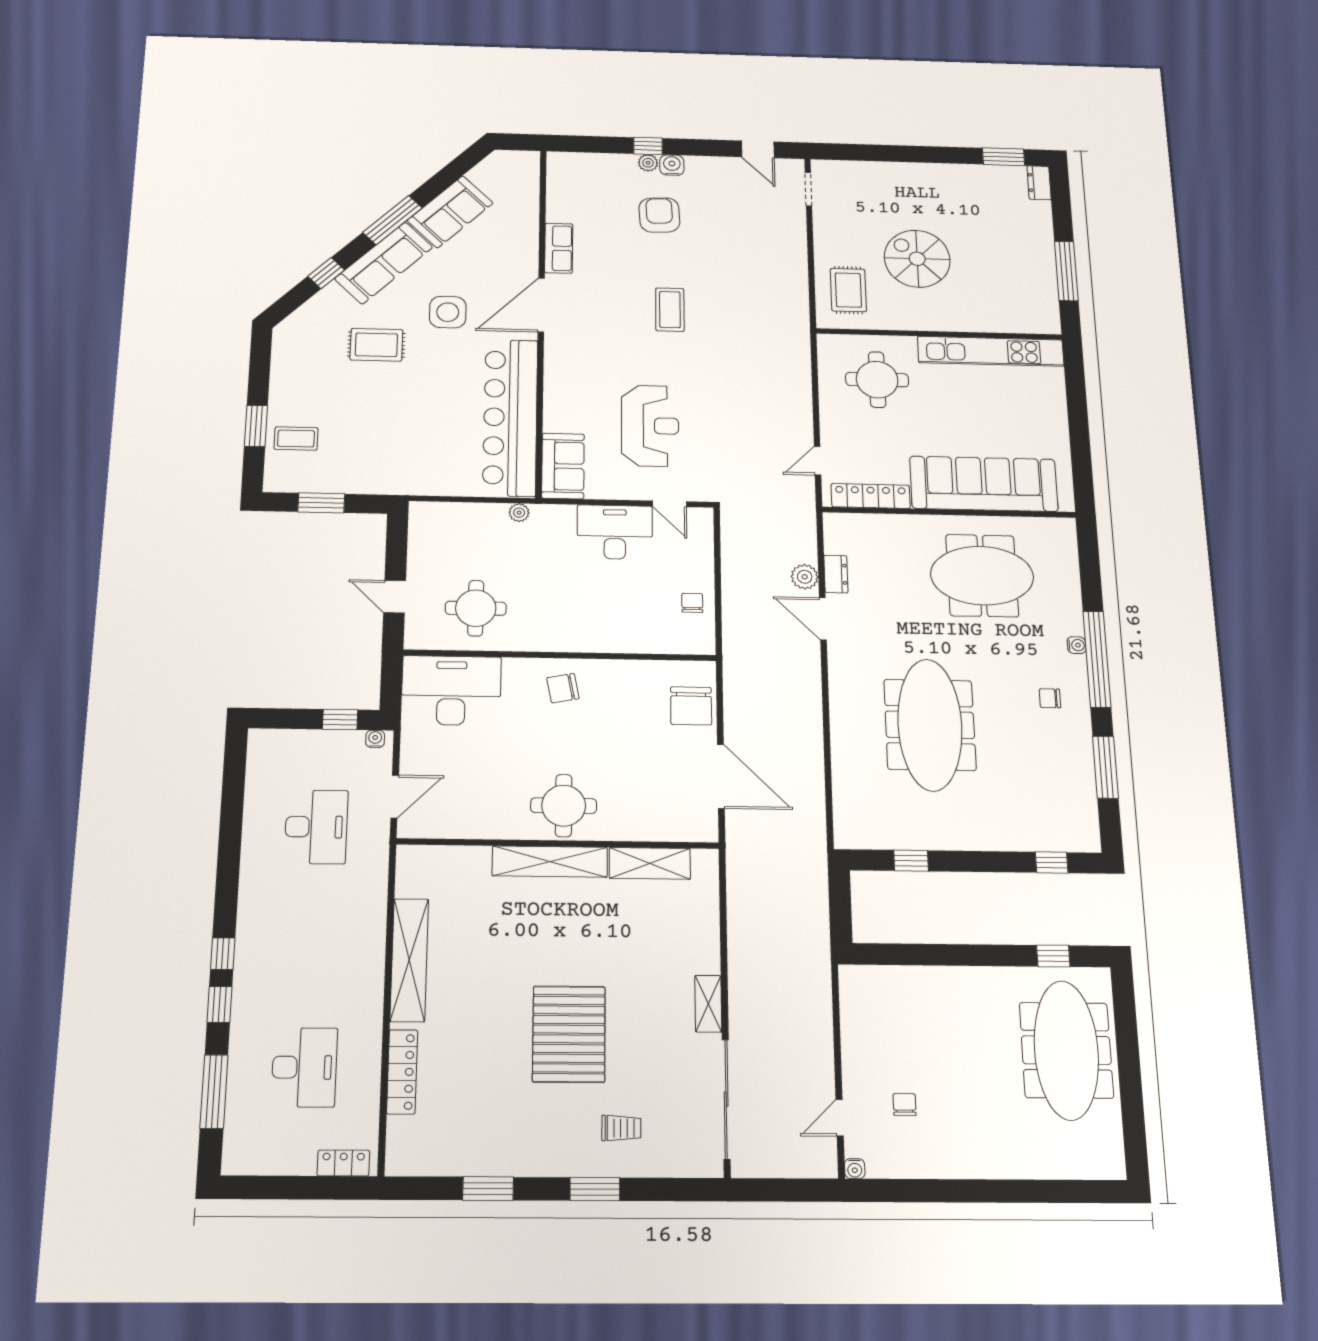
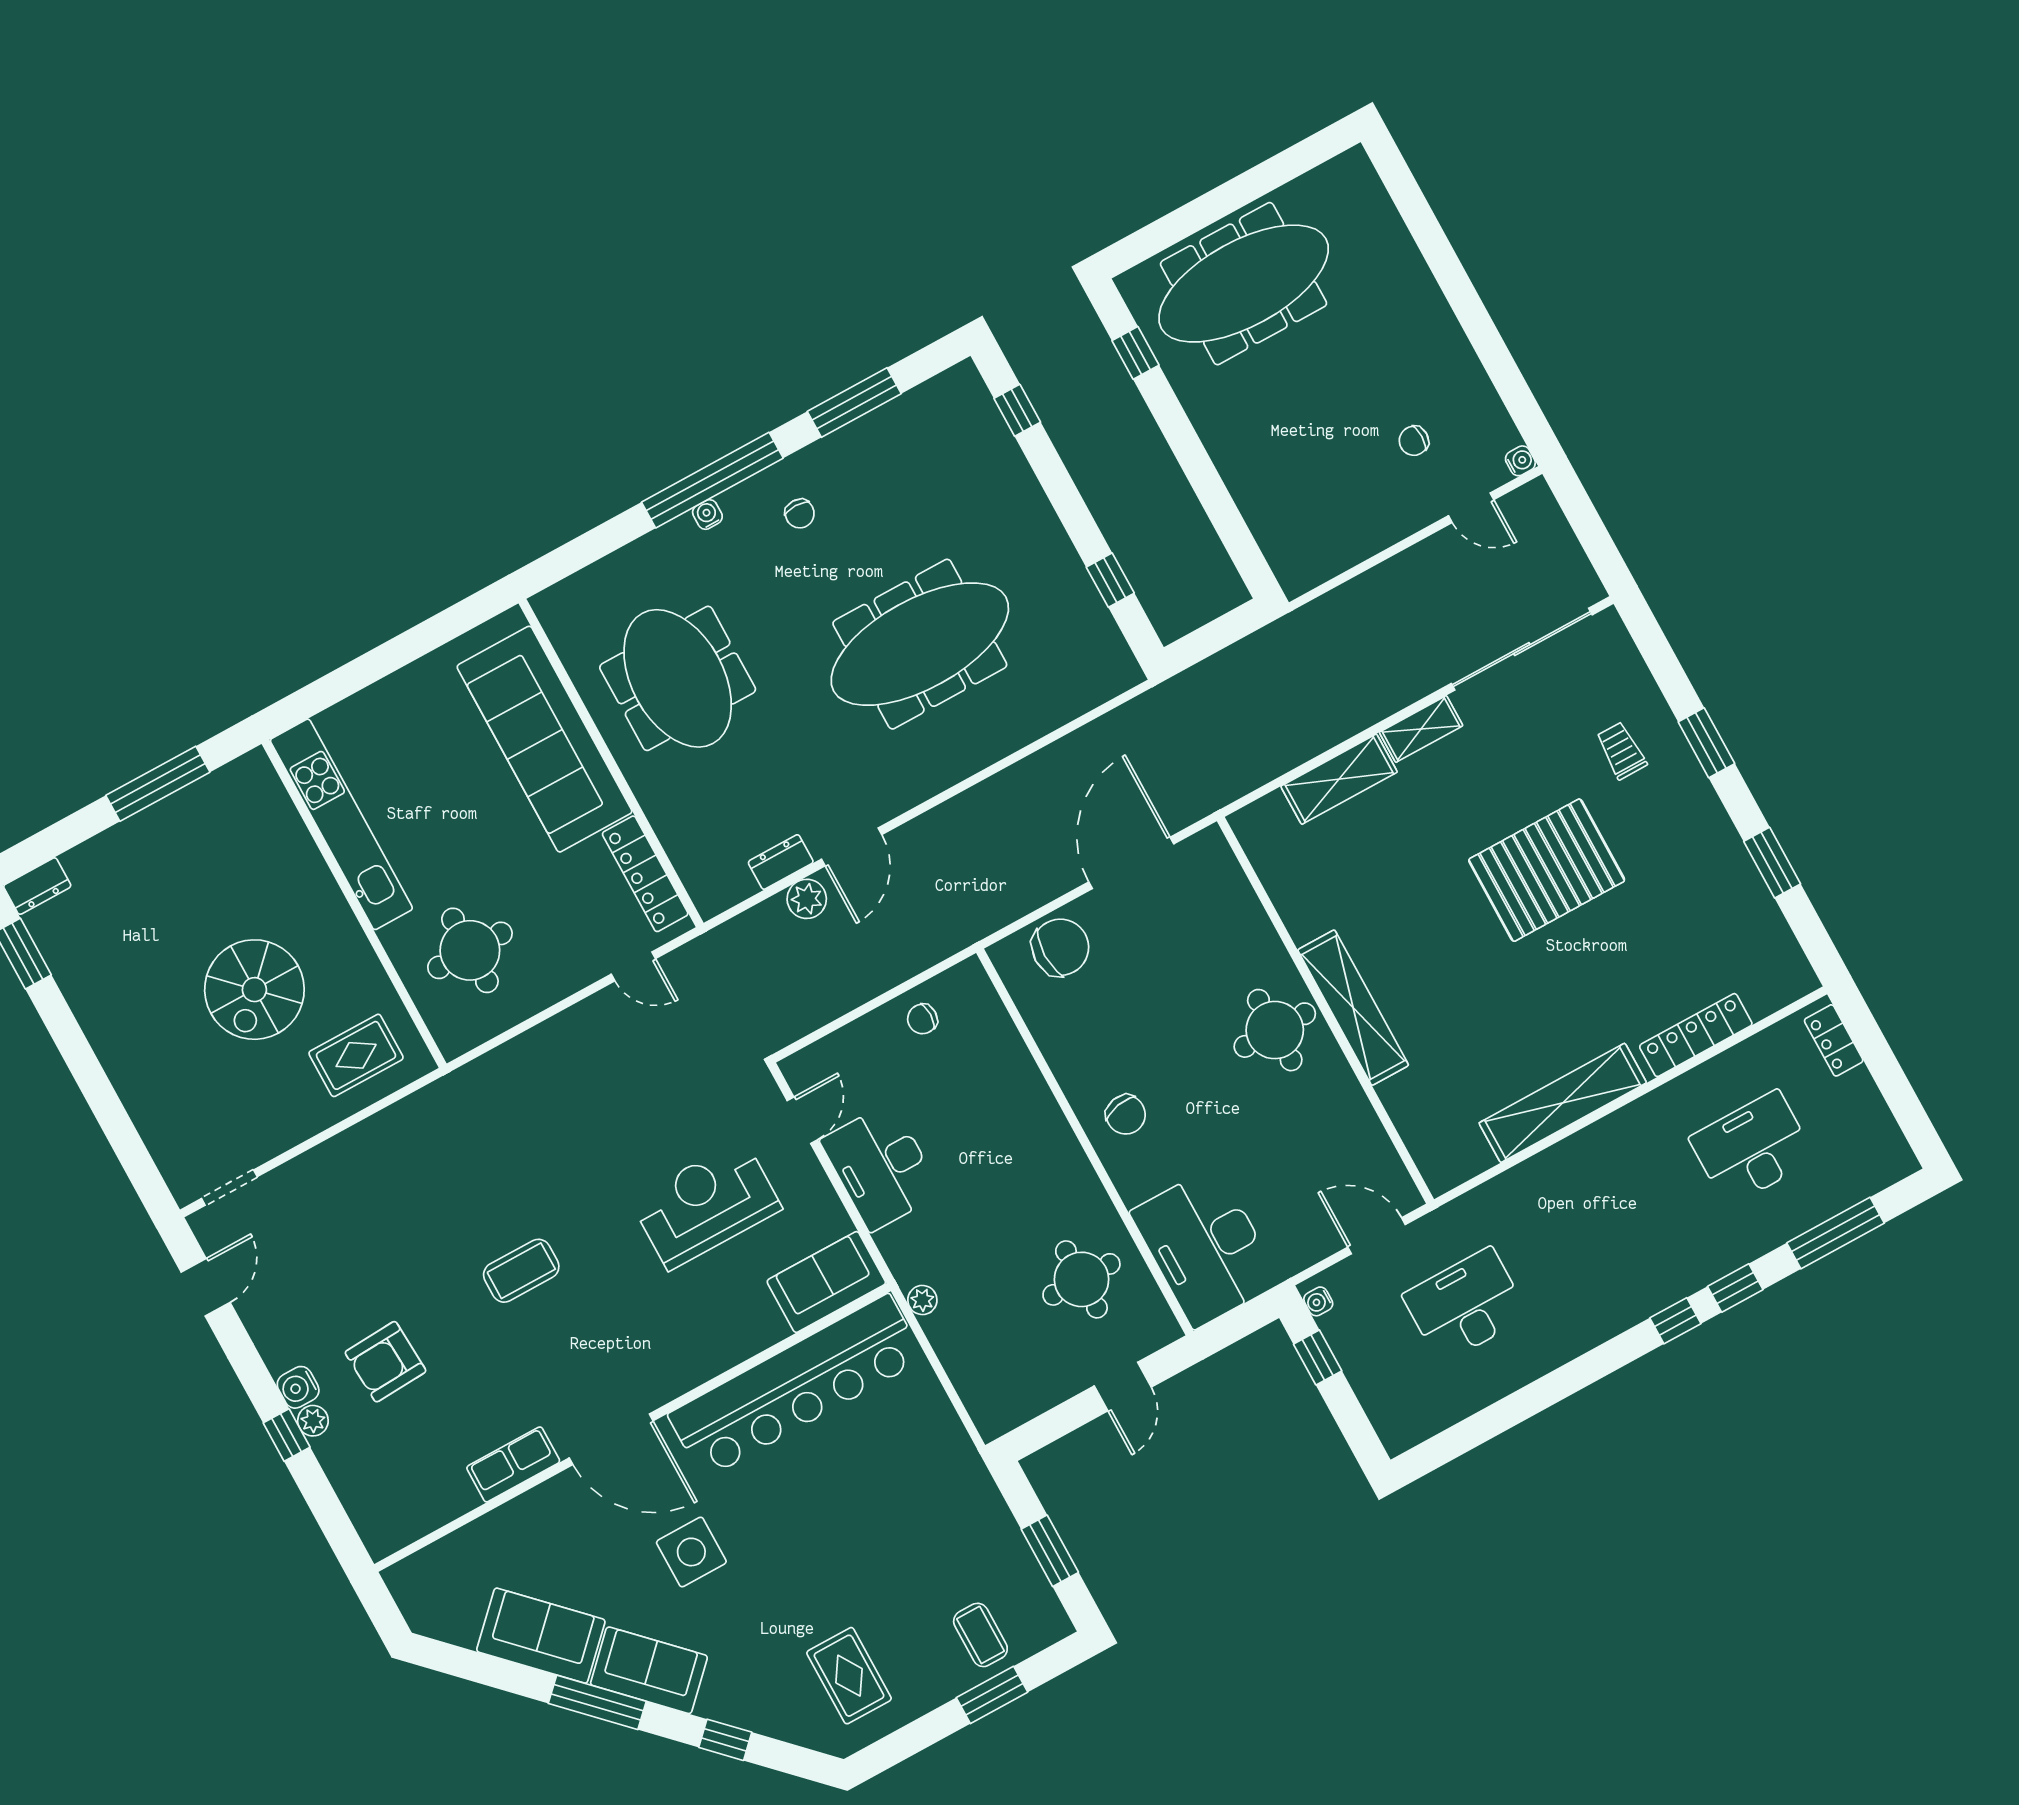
sofa: (384, 263) -> (649, 1670), width x0.73
rug: (376, 345) -> (849, 1676), moved
shelving: (650, 863) -> (1339, 779), moved, turned 90

